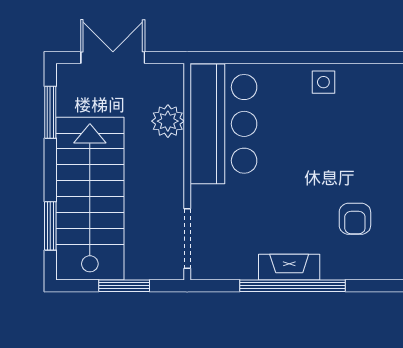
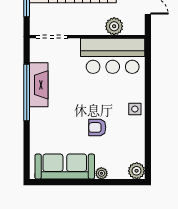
armchair: (355, 219) -> (97, 127), moved
fireplace: (289, 267) -> (39, 85), width x1.37, depth x1.32

